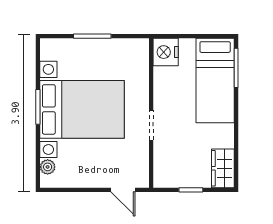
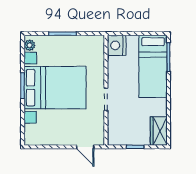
plant: (48, 167) -> (30, 45), moved

